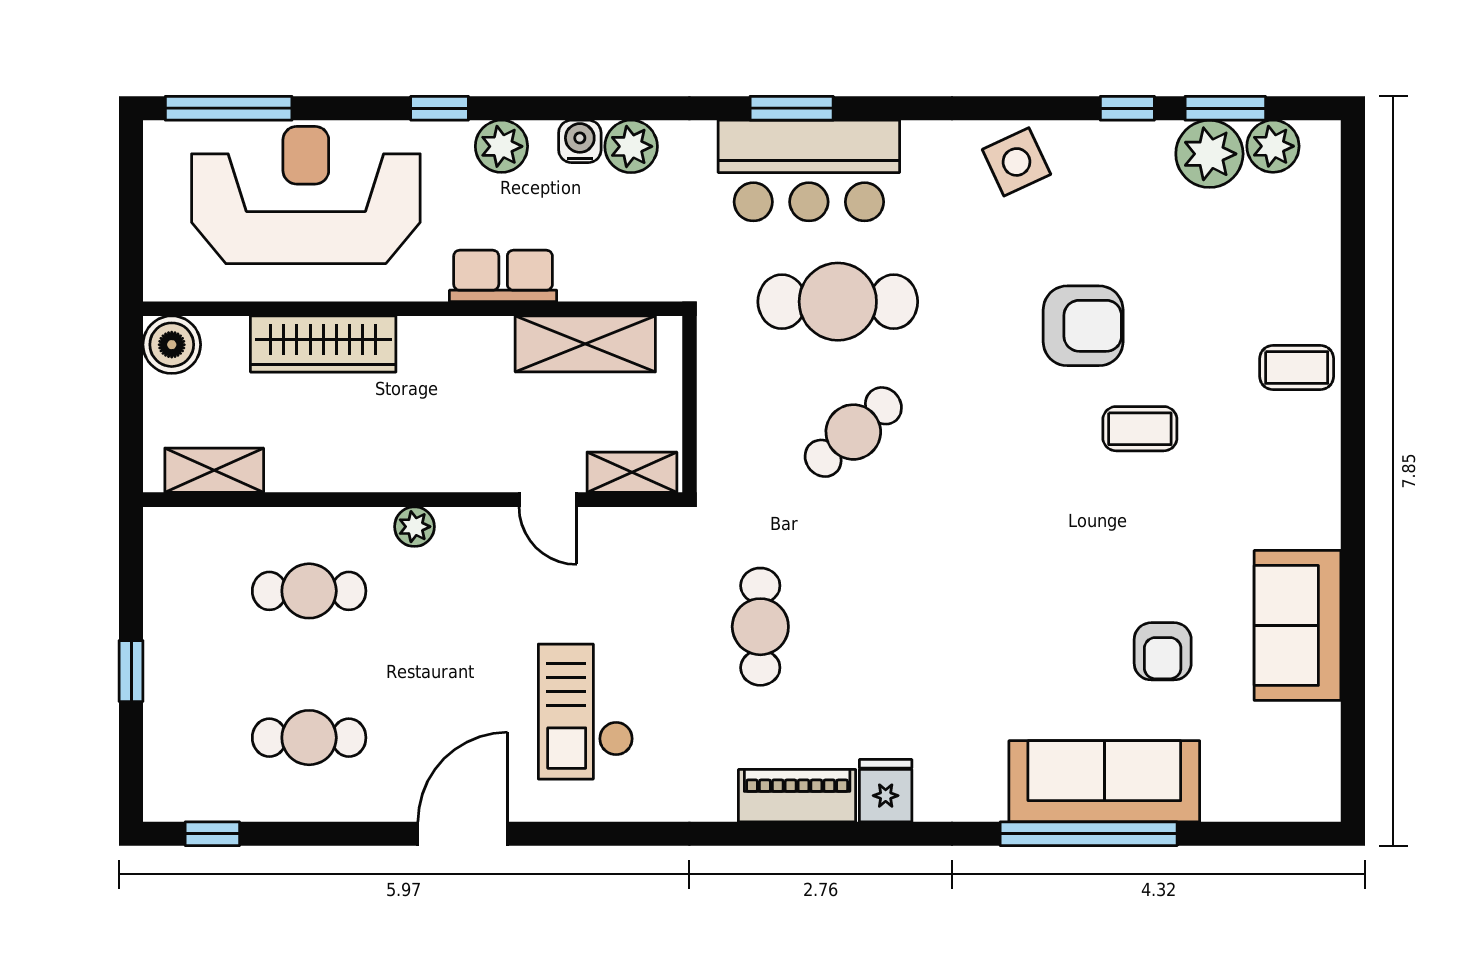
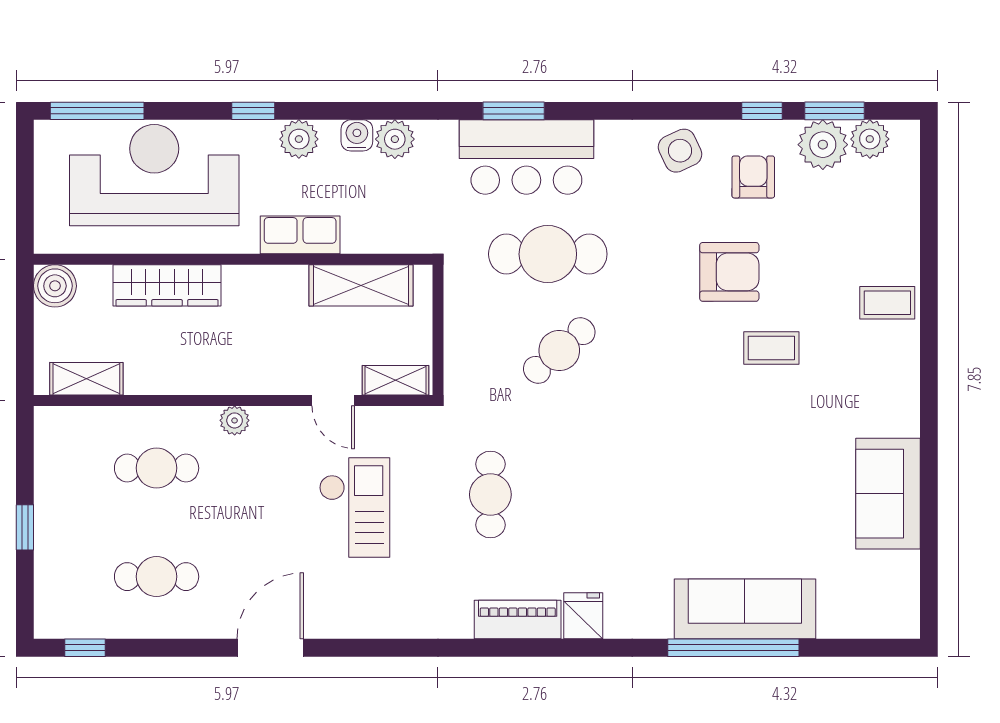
armchair: (1163, 651) -> (753, 177), moved, turned 180
checkout: (586, 712) -> (355, 508), moved, turned 180

